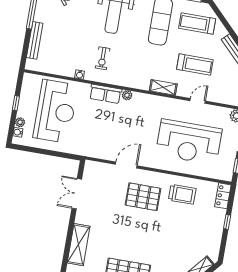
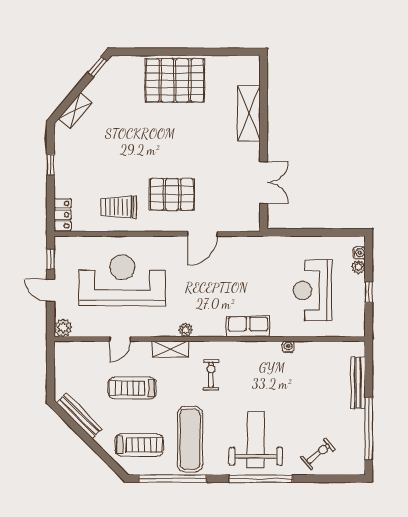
exercise bike: (103, 58) -> (211, 375), moved
plant: (127, 95) -> (186, 330), moved
reception desk: (55, 111) -> (312, 290), width x0.74, depth x0.77
window: (227, 222) -> (51, 165), moved

